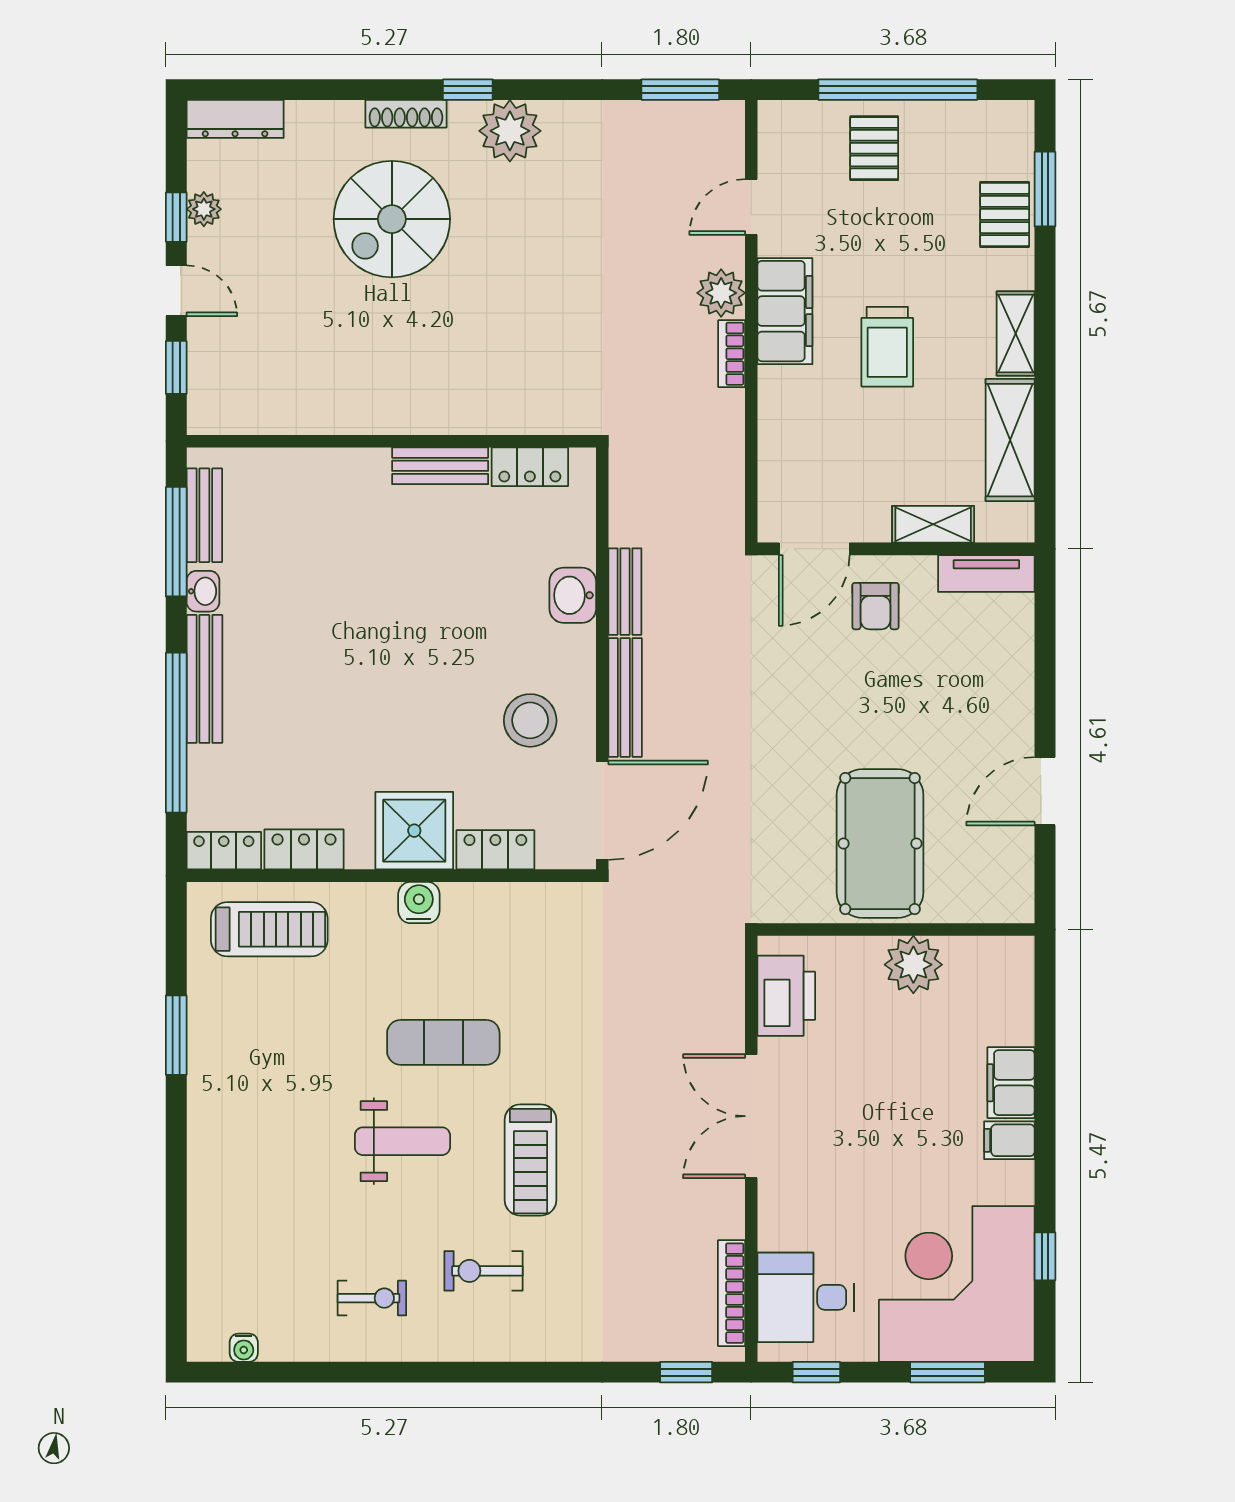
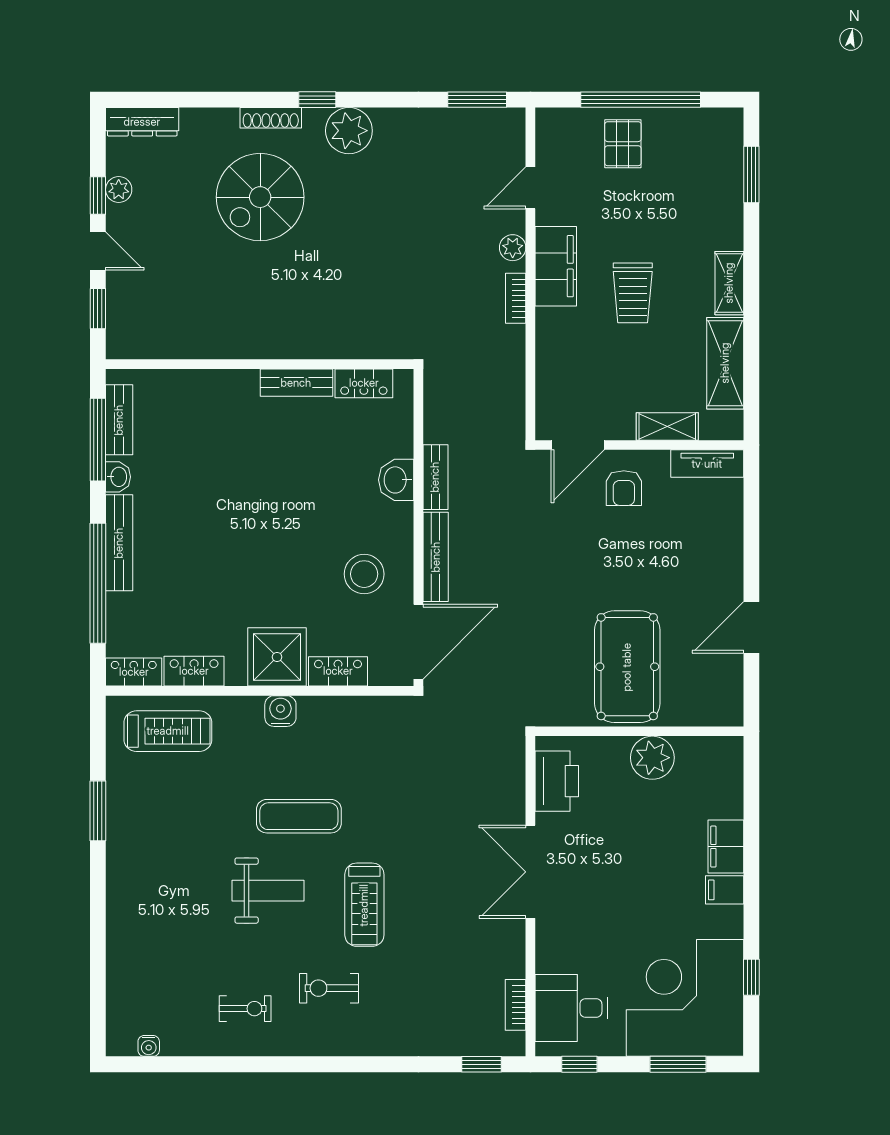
pallet: (1005, 214) -> (721, 194), removed
plant: (721, 293) -> (513, 248), width x0.73, depth x0.73
bookcase: (731, 1293) -> (516, 1005), width x0.64

